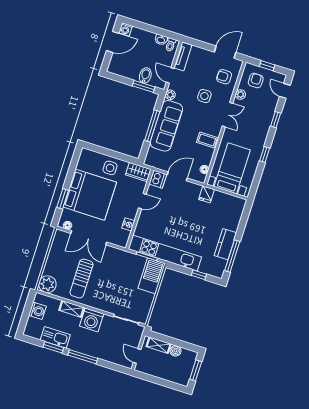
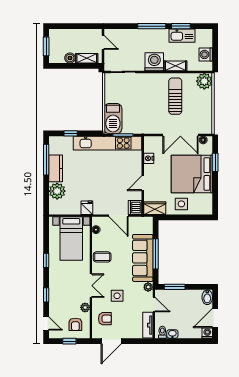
bidet: (145, 75) -> (207, 297), moved
double door: (228, 115) -> (91, 286), swing flipped
door: (177, 176) -> (118, 216), hinge flipped
plant: (231, 221) -> (57, 191), added
double door: (89, 238) -> (180, 135), swing flipped

